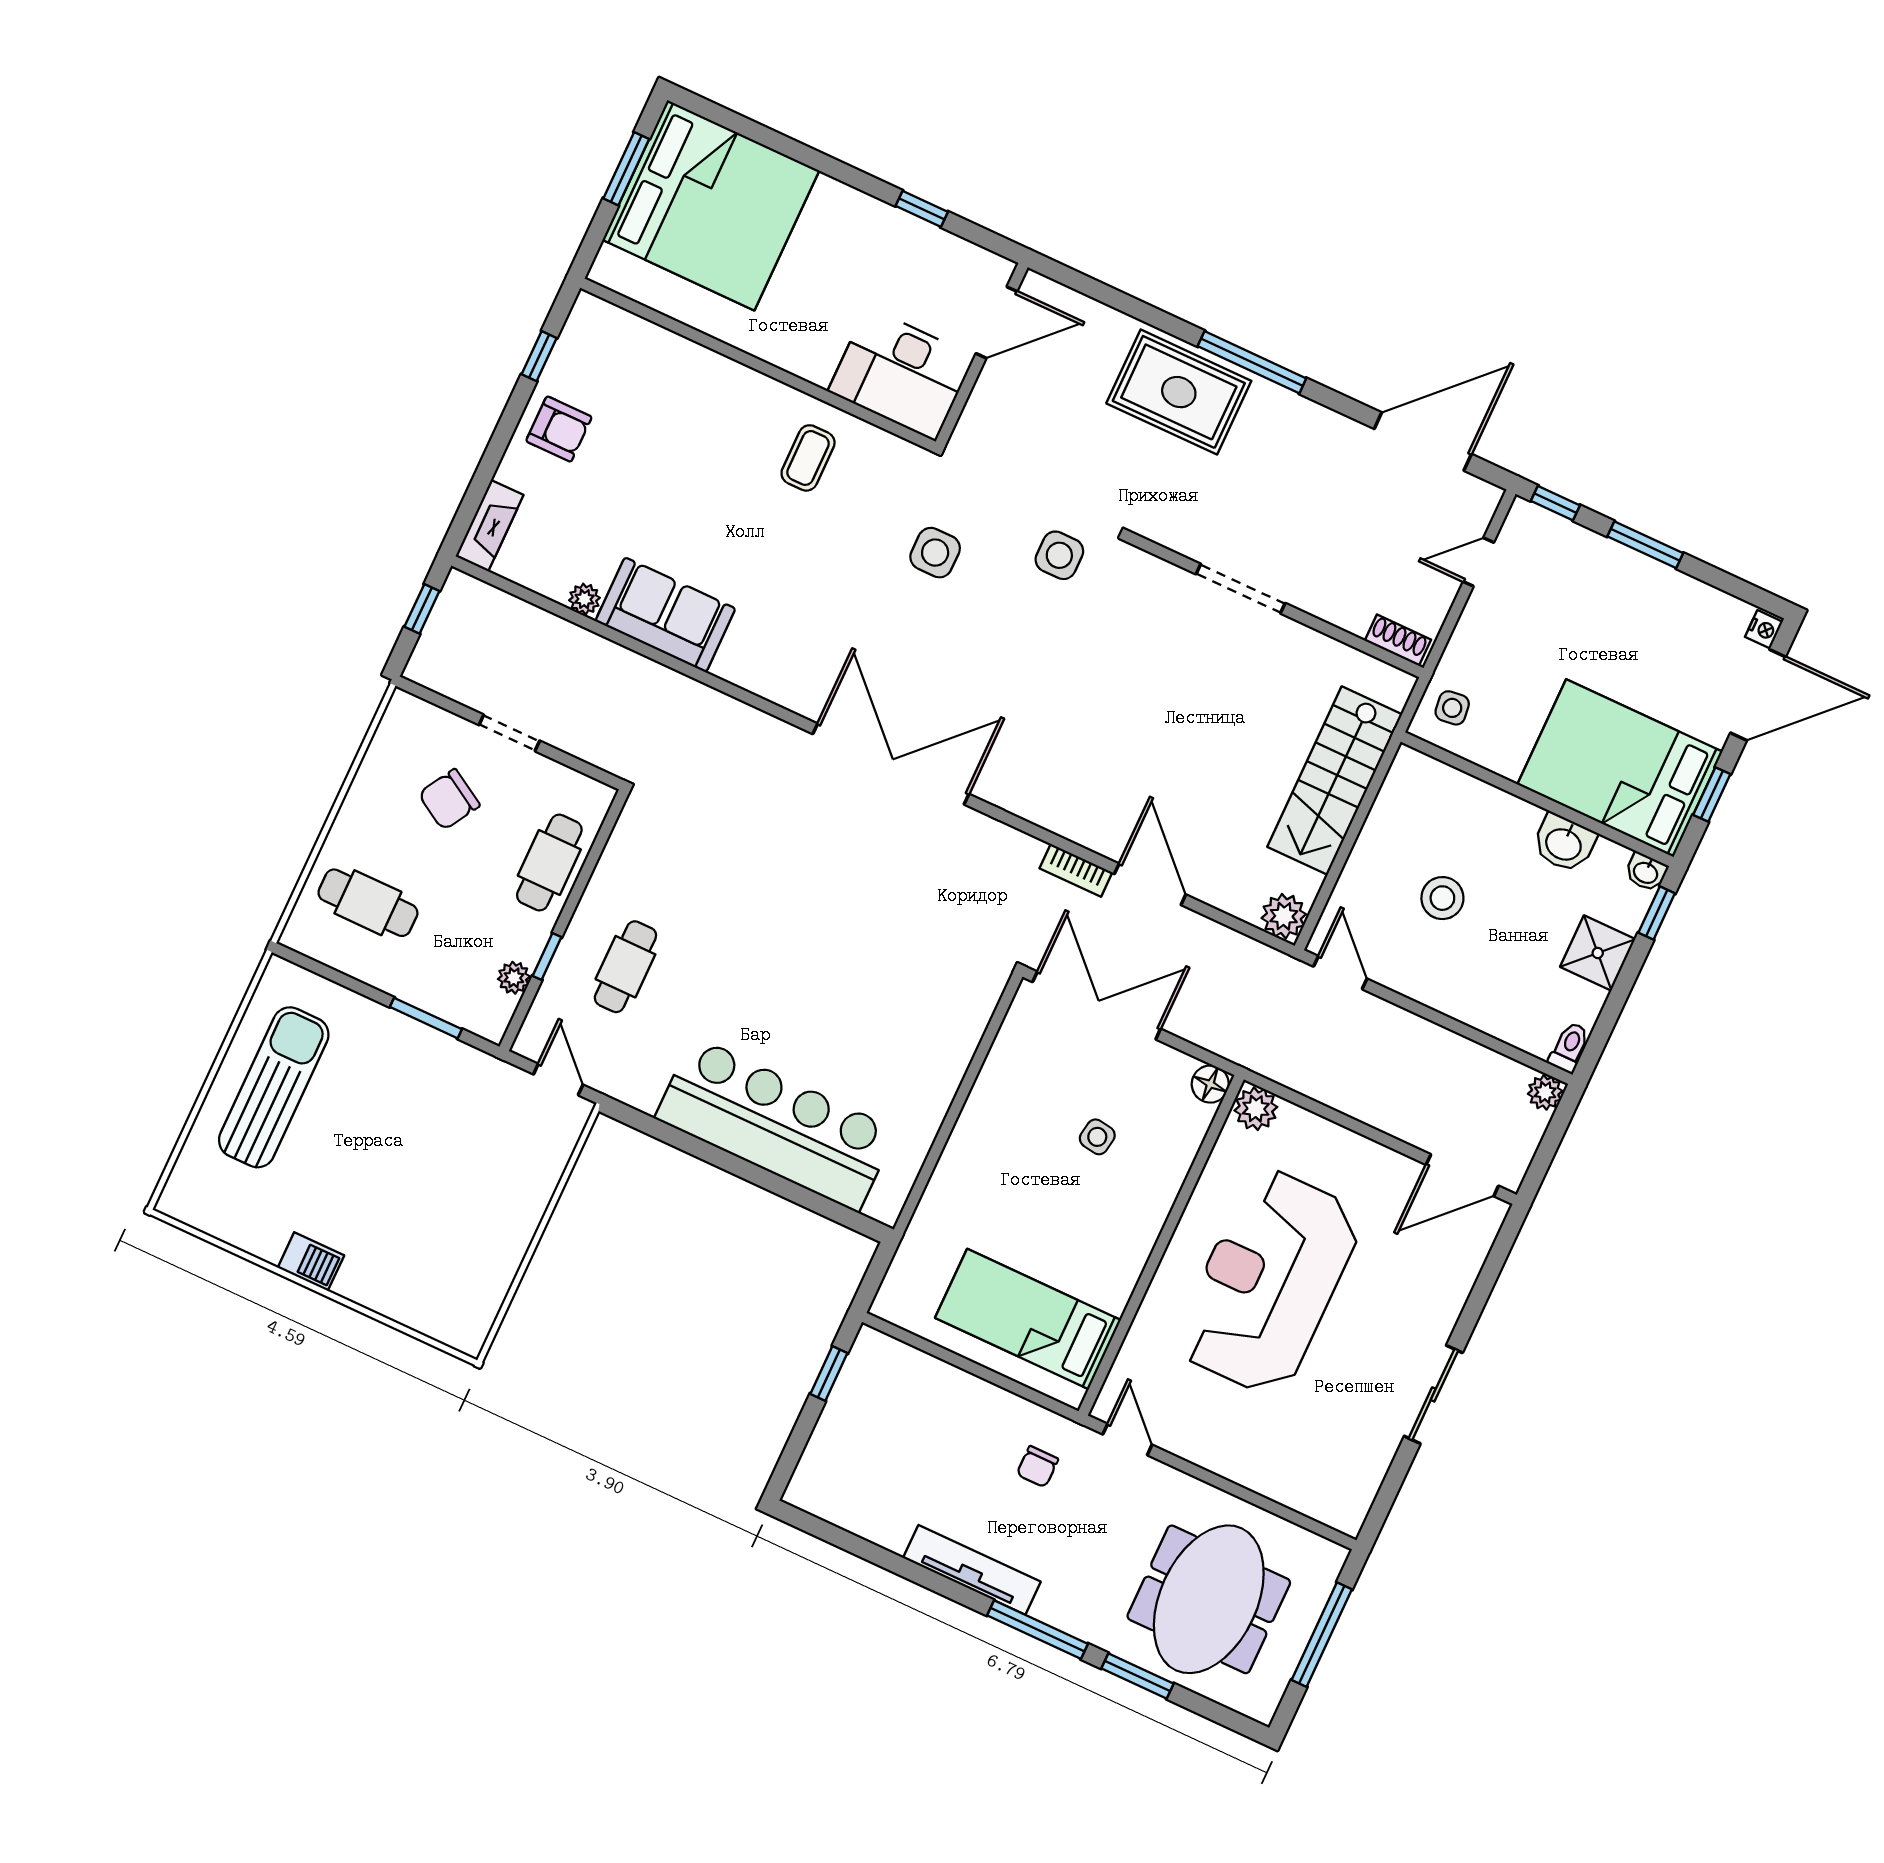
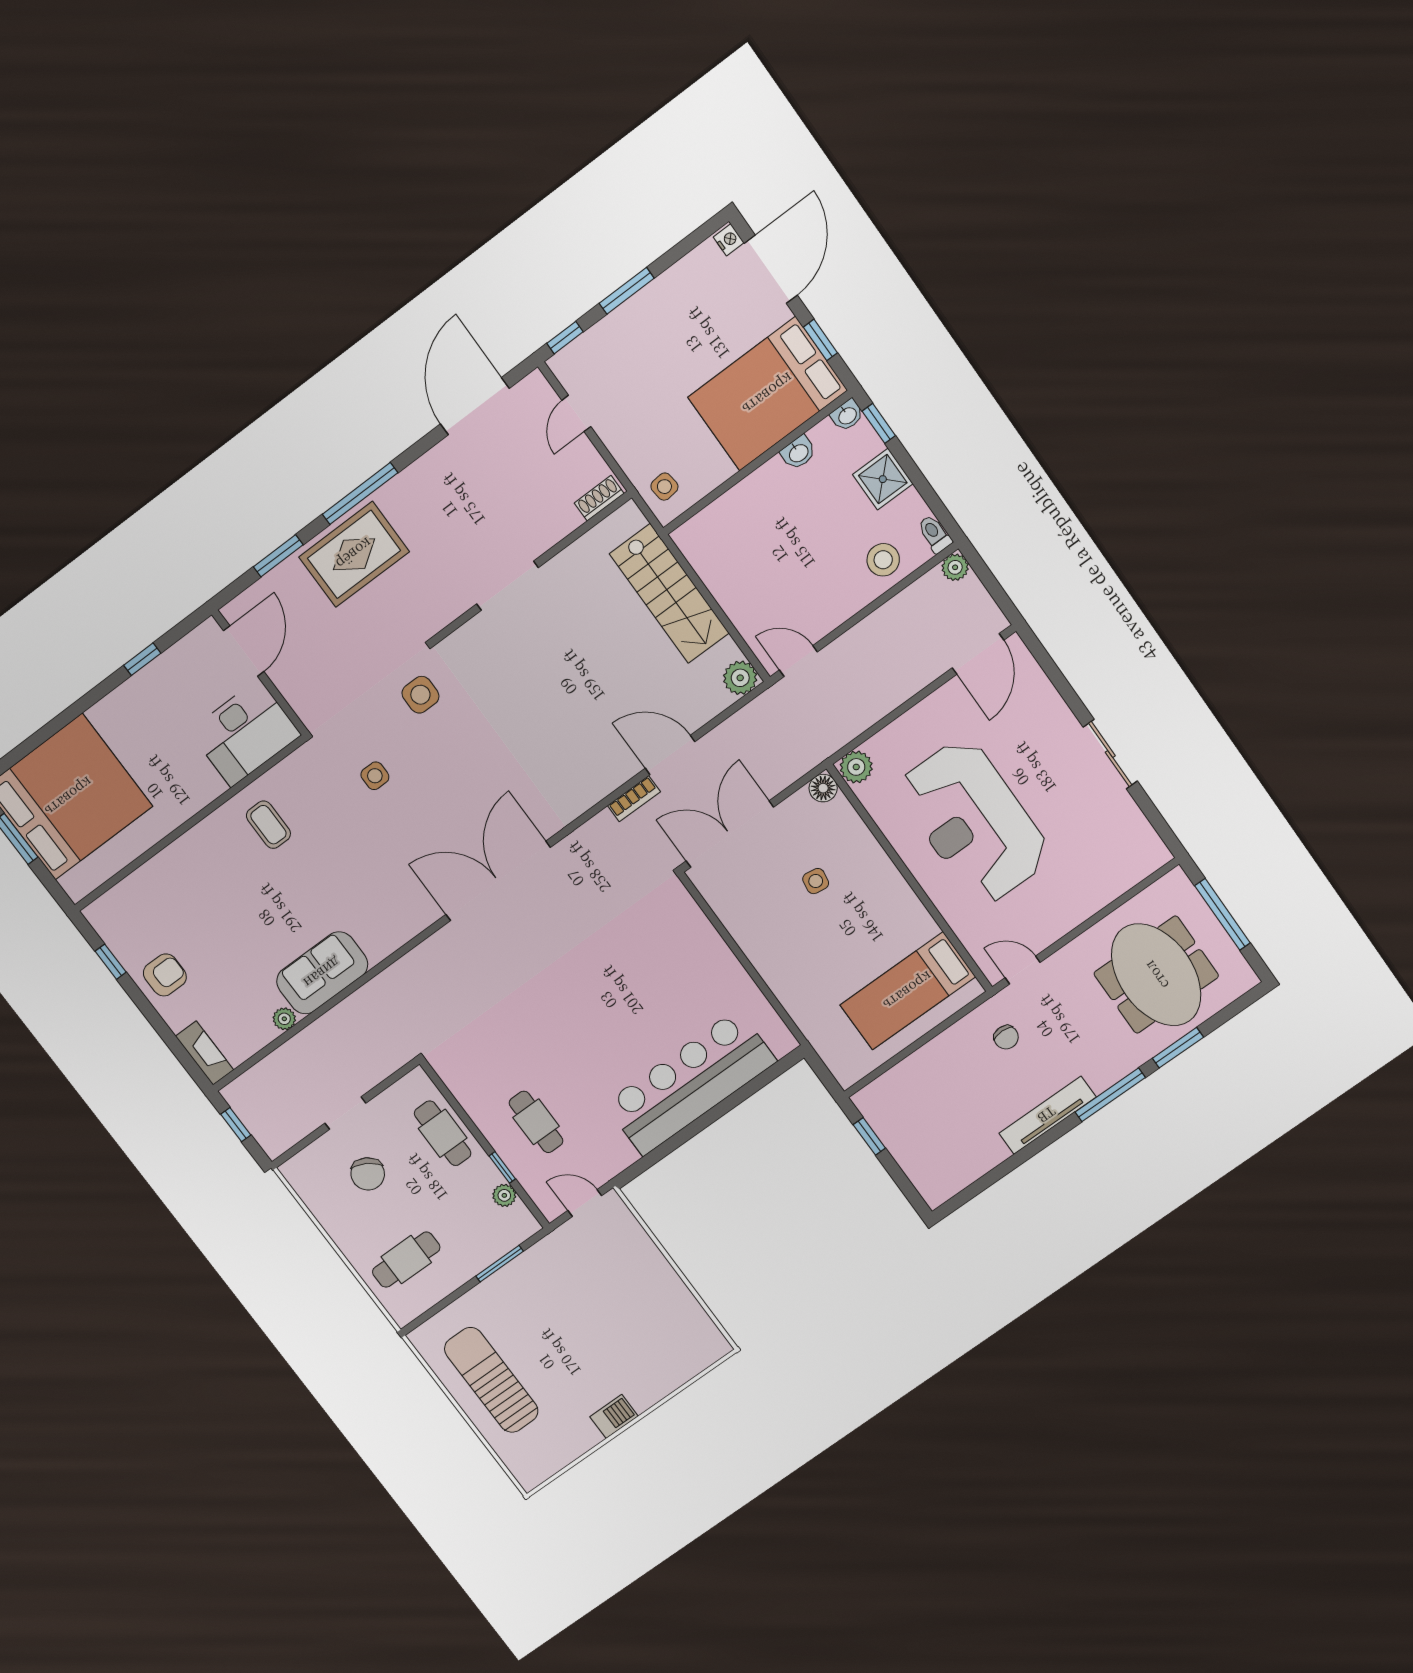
window: (1129, 305) -> (278, 556), added
side table: (935, 553) -> (375, 776), width x0.73, depth x0.73
washbasin: (1564, 843) -> (798, 453), width x0.72, depth x0.69
stool: (1442, 898) -> (883, 560), moved

